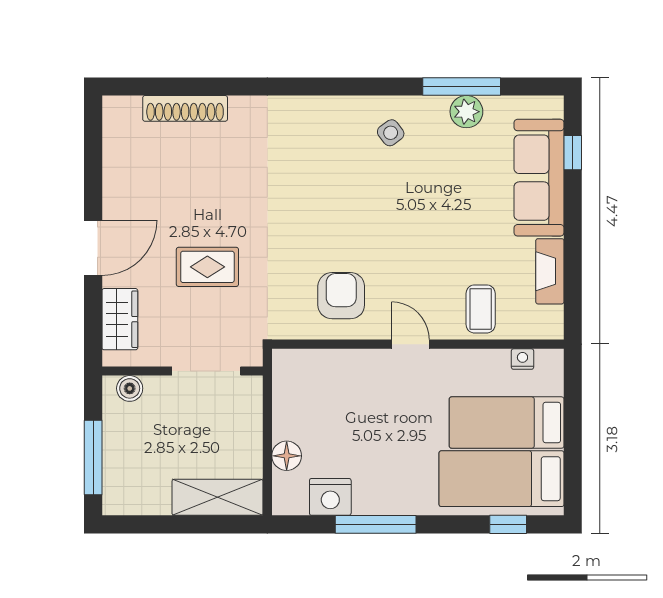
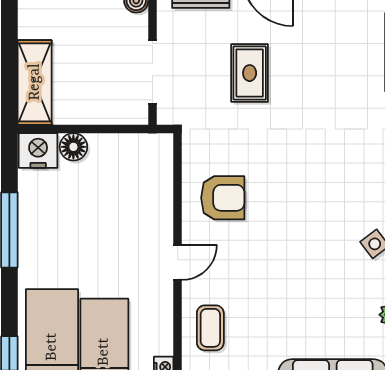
coffee table: (481, 309) -> (210, 328), turned 90
nightstand: (330, 497) -> (38, 150), moved, turned 90

